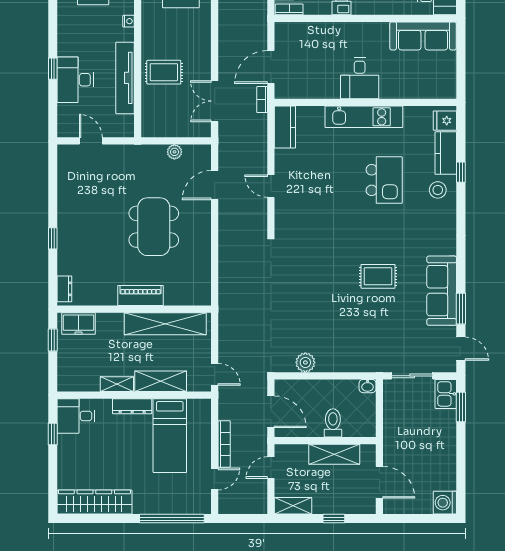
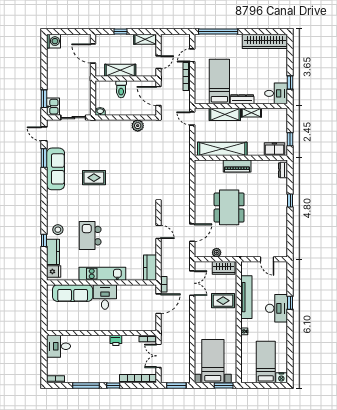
sofa: (423, 36) -> (73, 293), moved, turned 180
desk: (75, 80) -> (277, 308), moved
wardrobe: (163, 127) -> (224, 268), added

